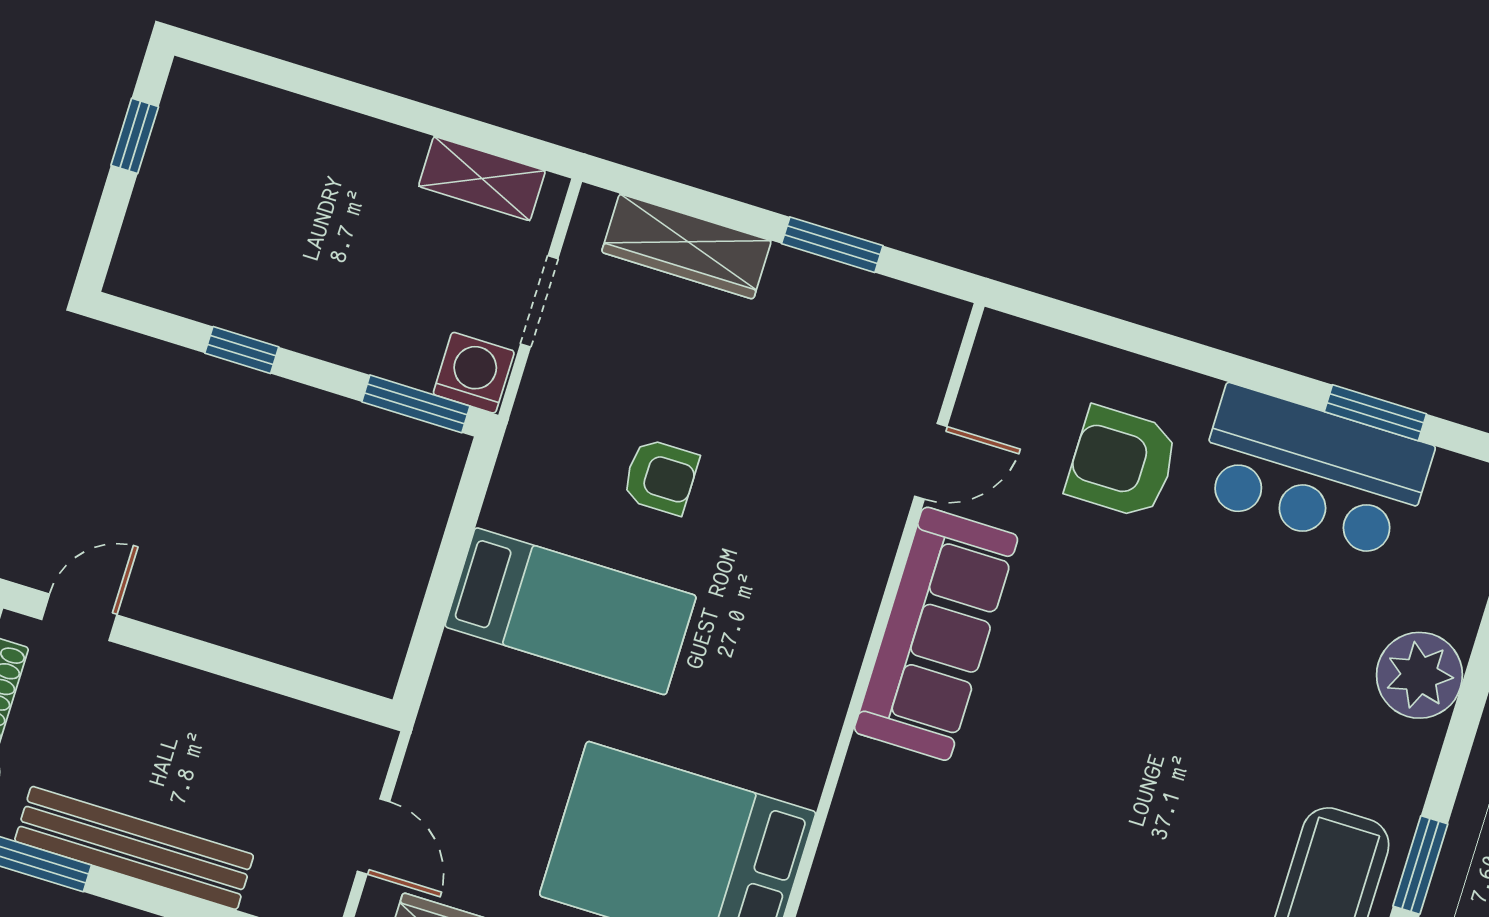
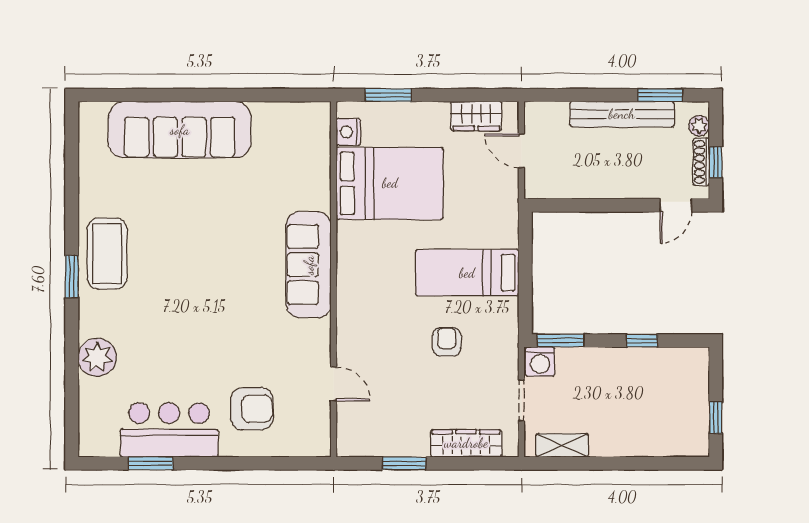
door: (931, 461) -> (334, 384), swing flipped
armchair: (661, 477) -> (447, 342), turned 90
sofa: (936, 634) -> (309, 265), moved

